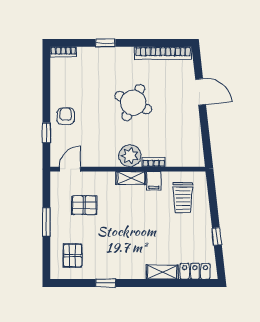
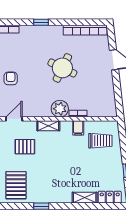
shelving: (131, 178) -> (48, 126), moved
trolley: (183, 198) -> (100, 141), turned -90
pallet: (73, 256) -> (16, 185), width x1.50, depth x1.42

